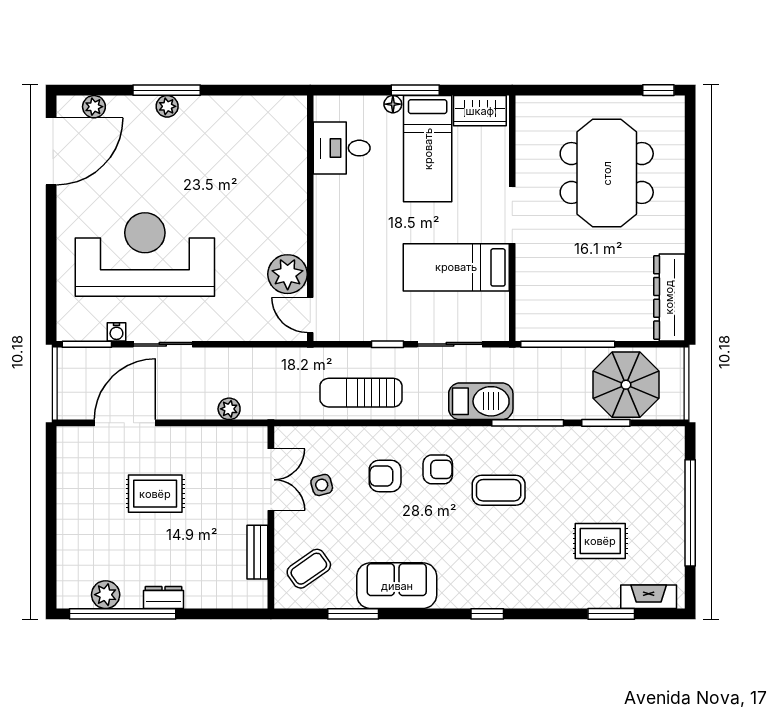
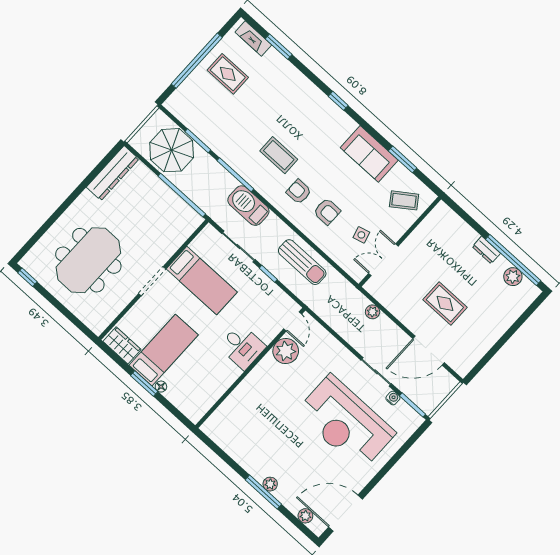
desk: (342, 148) -> (242, 347), moved
rug: (600, 541) -> (228, 74), moved
bench: (257, 552) -> (421, 231), removed

